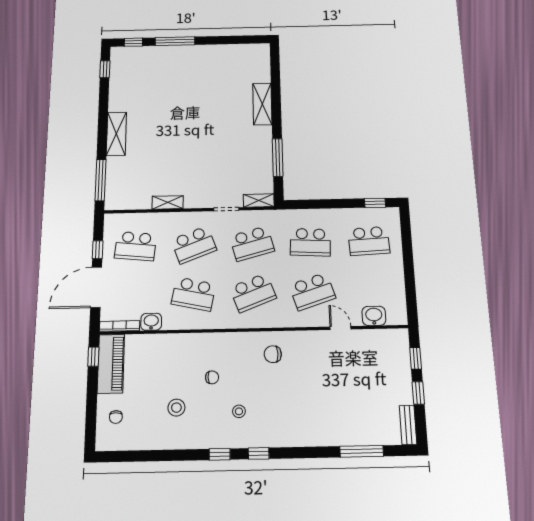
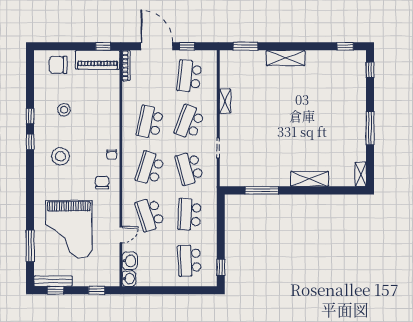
window: (175, 41) -> (370, 128), moved
window: (100, 180) -> (245, 46), width x0.69
shelving: (259, 200) -> (361, 174), moved
school desk: (194, 245) -> (189, 122), turned 42
school desk: (253, 293) -> (150, 168), turned 39
washbasin: (151, 322) -> (129, 279), moved
chair: (212, 377) -> (112, 155), moved
window: (418, 393) -> (55, 290), moved
grand piano: (337, 398) -> (69, 229), added
stool: (239, 411) -> (60, 156), width x1.89, depth x1.89
chair: (116, 417) -> (58, 65), width x1.87, depth x1.87
bench: (408, 425) -> (53, 281), width x1.36
window: (259, 453) -> (30, 116), moved

